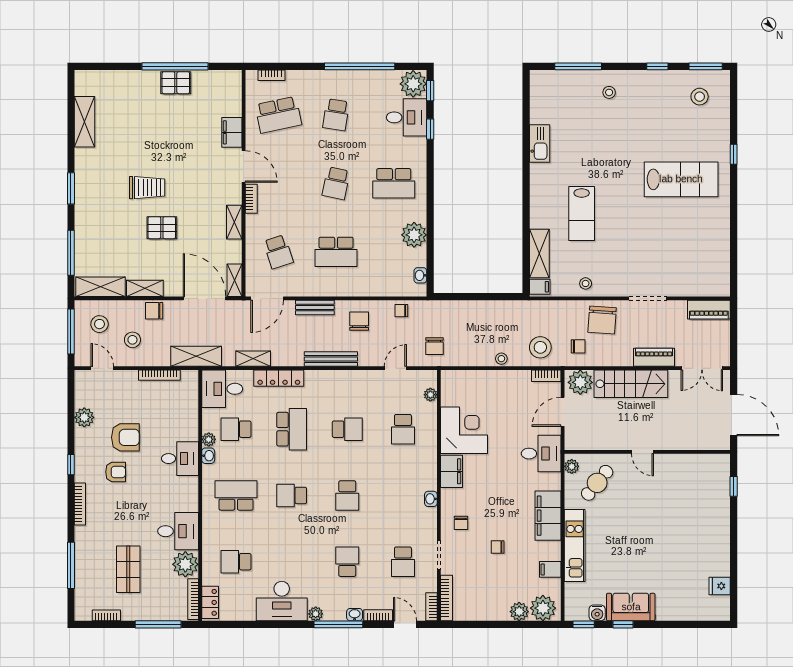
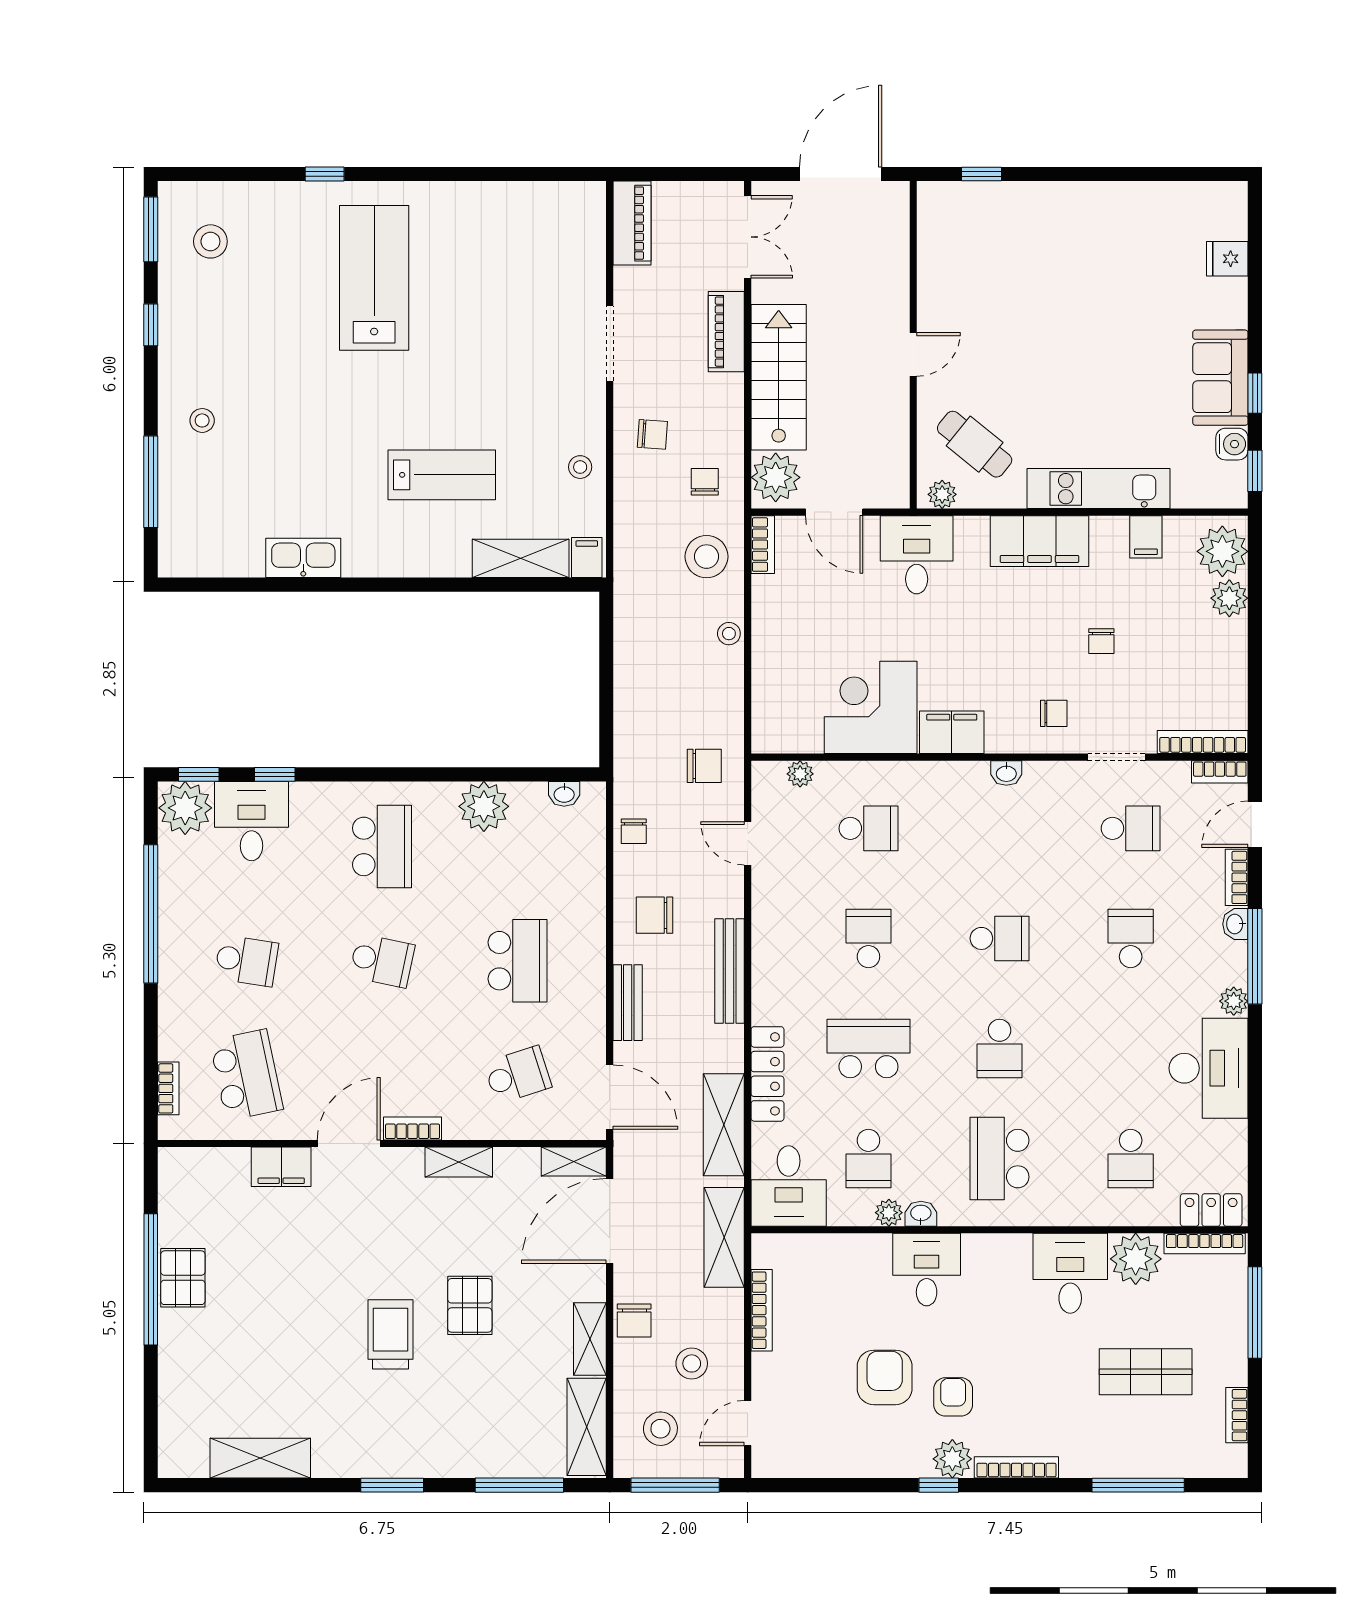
chair: (602, 320) -> (652, 434), width x0.54, depth x0.54
shelving: (253, 359) -> (724, 1125), width x1.50, depth x1.33
plant: (84, 417) -> (952, 1459), moved
school desk: (347, 562) -> (1131, 938), turned 90
fridge: (720, 586) -> (1227, 259), moved, turned 90

